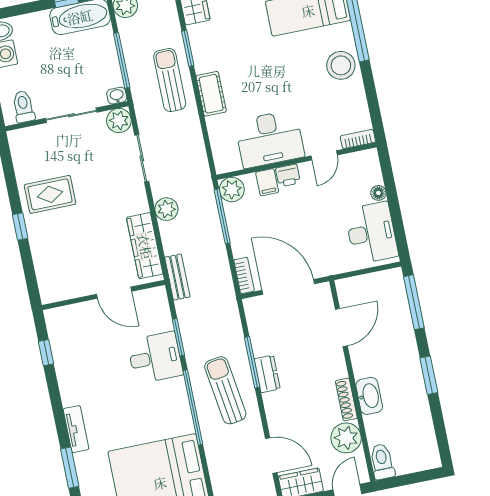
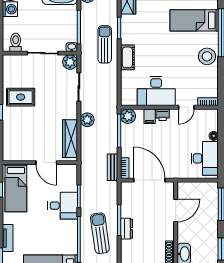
bench: (177, 277) -> (112, 167), moved
bed: (73, 344) -> (16, 188), added

